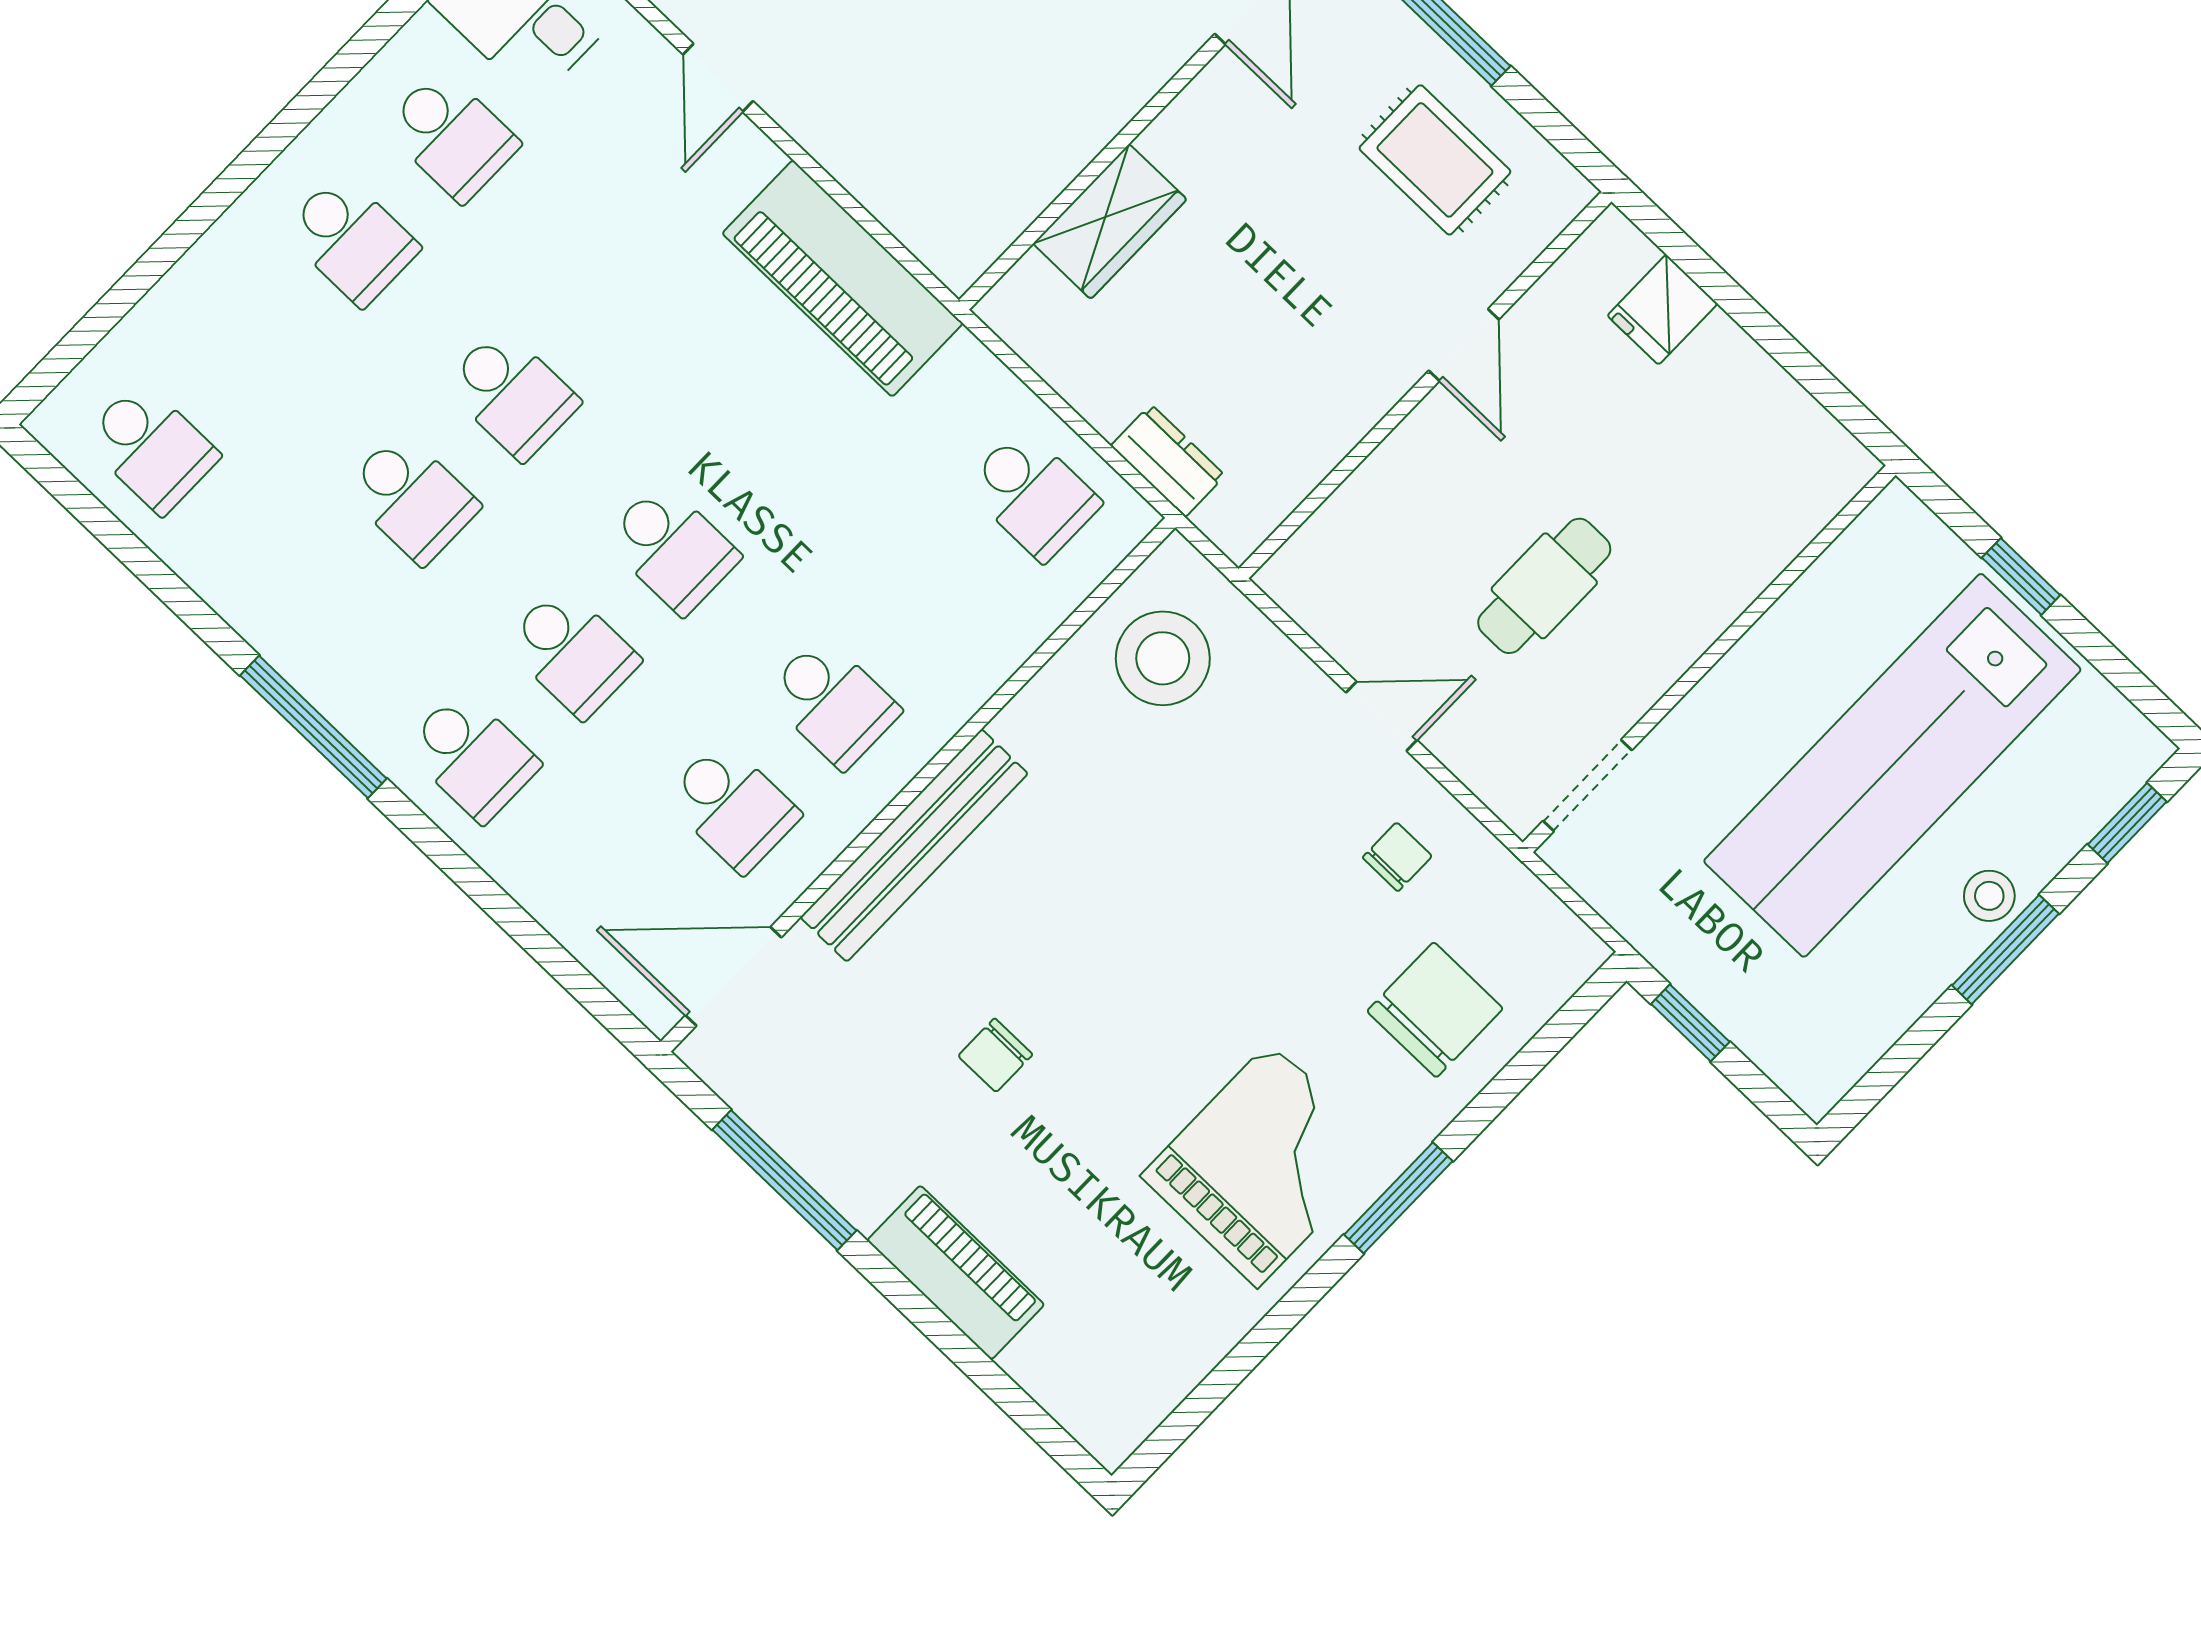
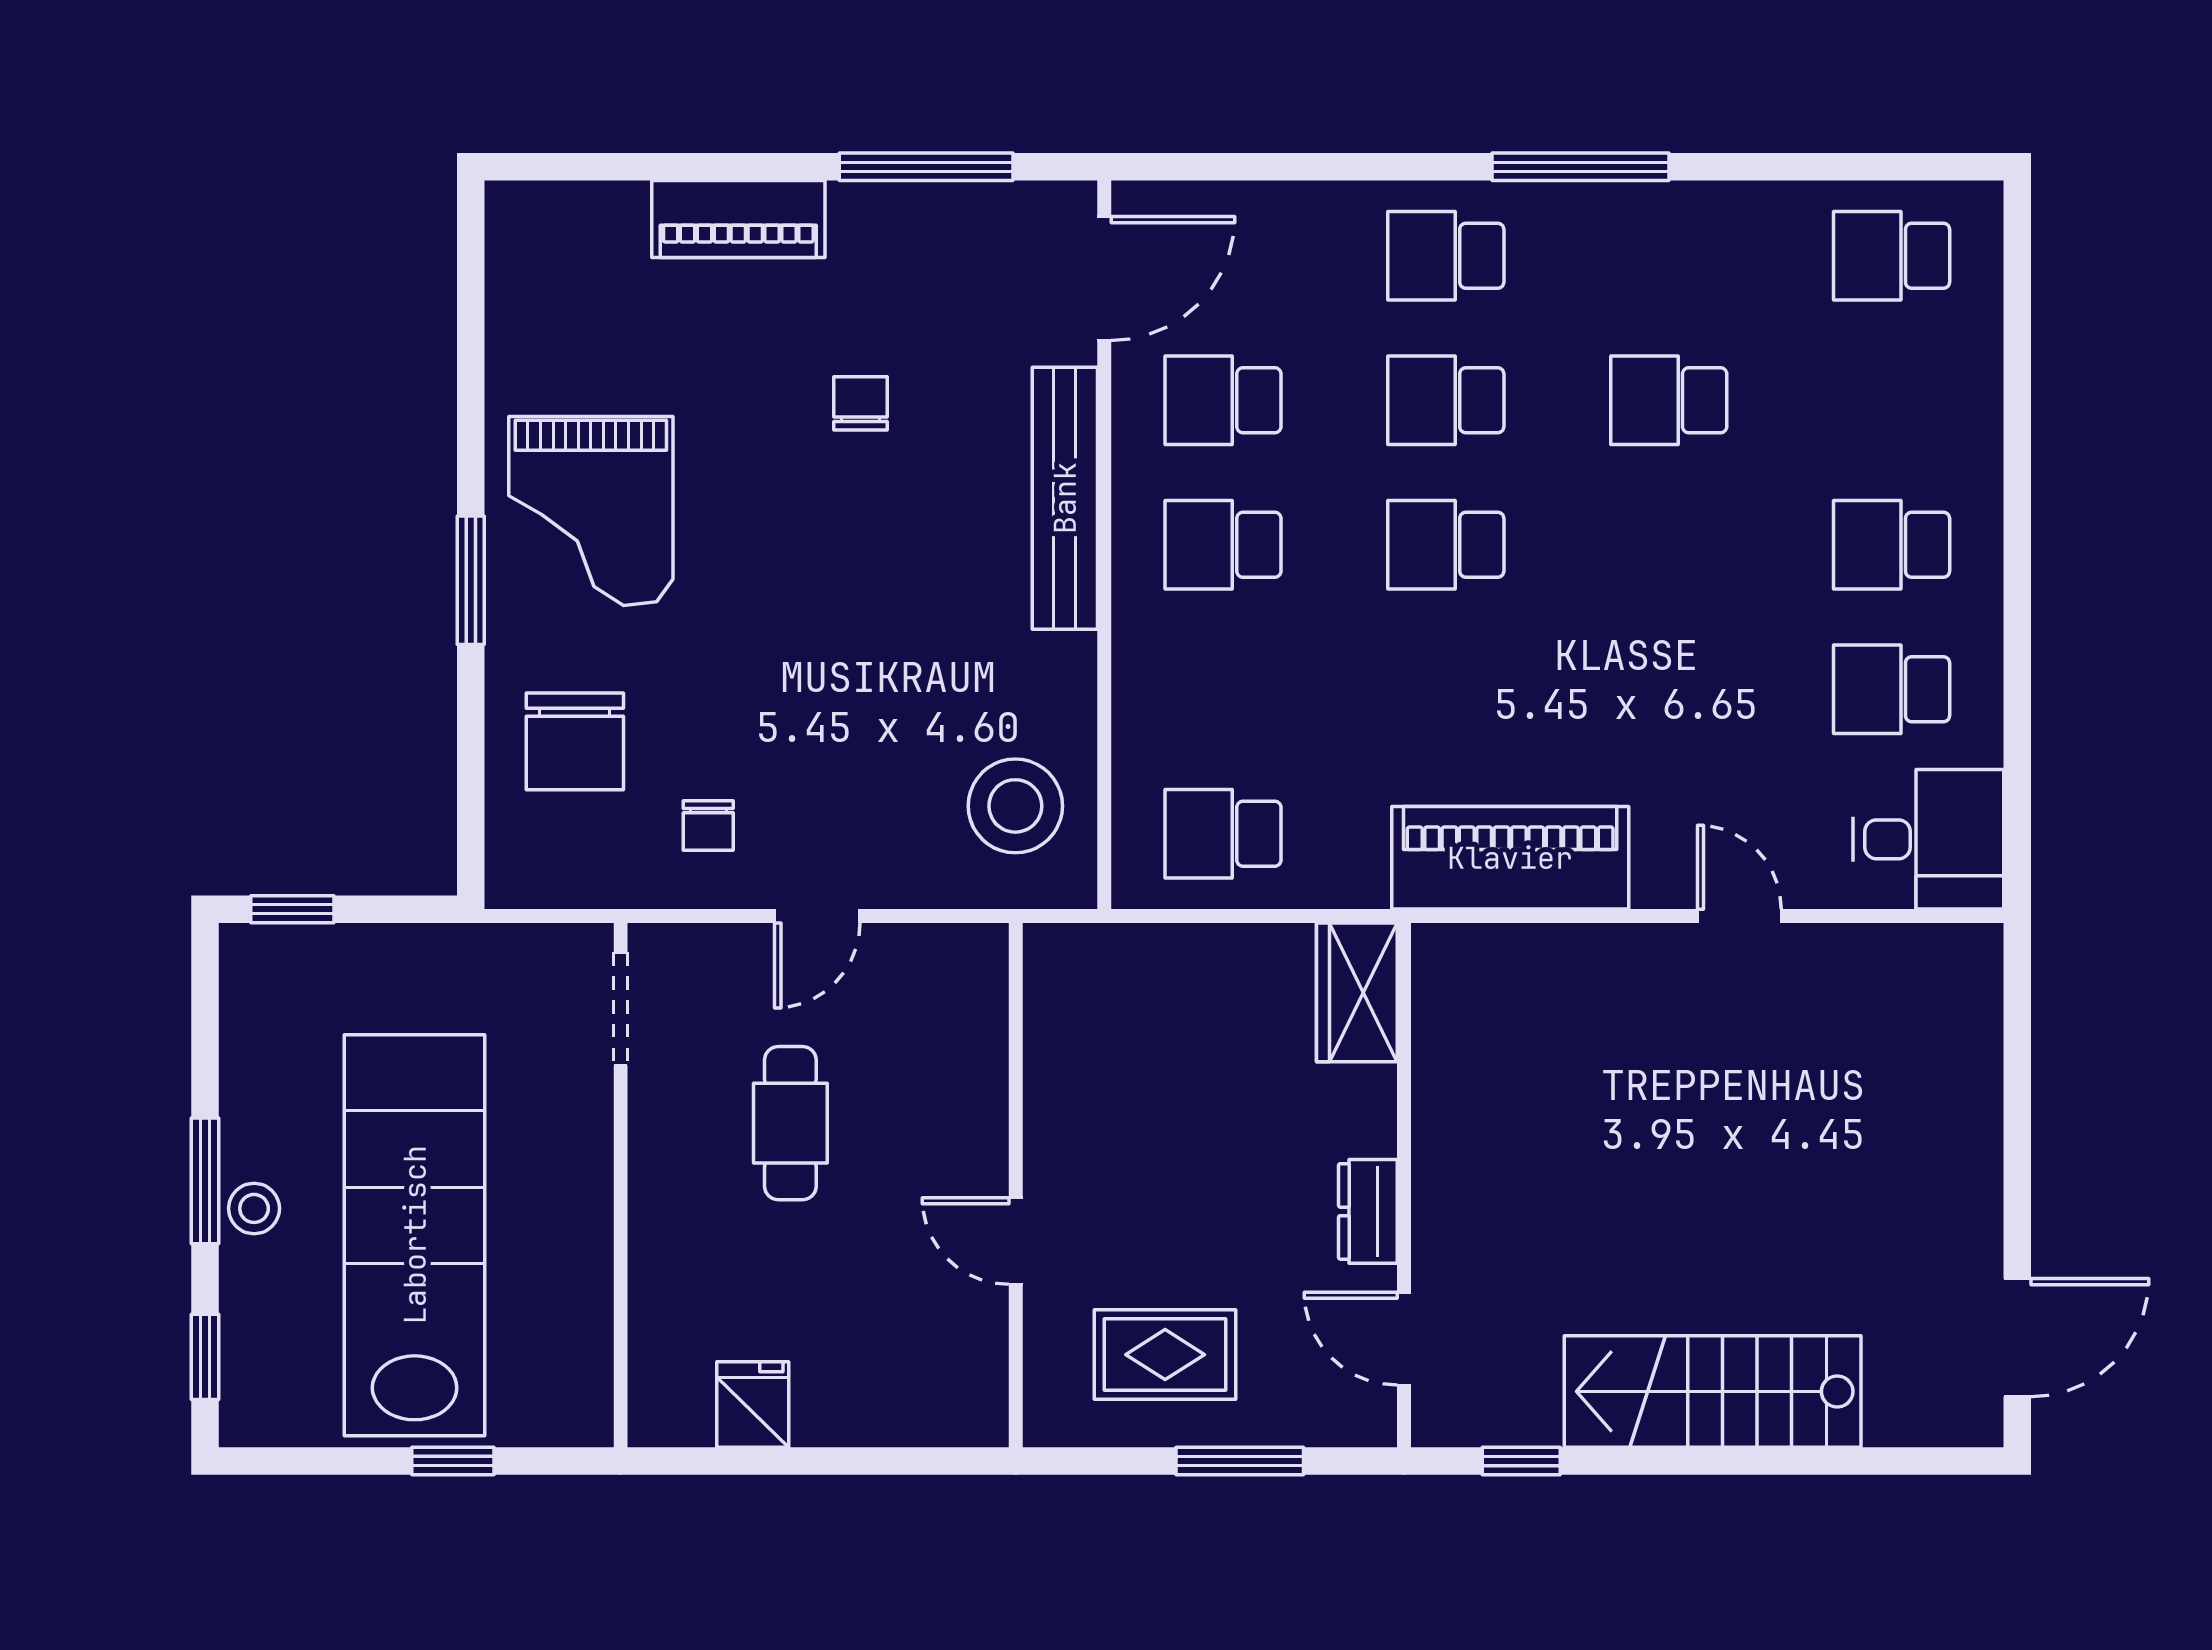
wardrobe: (1110, 221) -> (1357, 992), moved
fridge: (1662, 310) -> (753, 1405), moved
school desk: (512, 394) -> (1669, 545), removed
dresser: (1168, 461) -> (1368, 1211), moved, turned 90
window: (1690, 1023) -> (292, 909), moved

